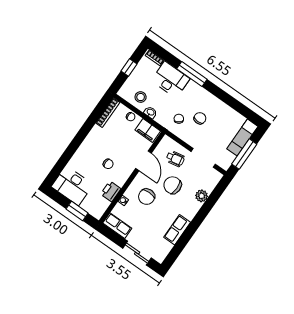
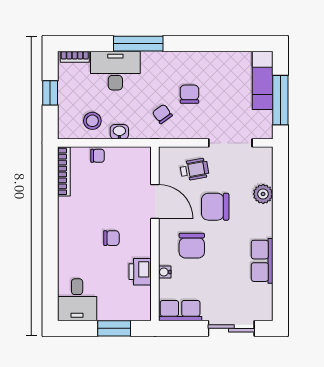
filing cabinet: (148, 131) -> (133, 158), removed
desk: (72, 186) -> (77, 300), width x0.73

